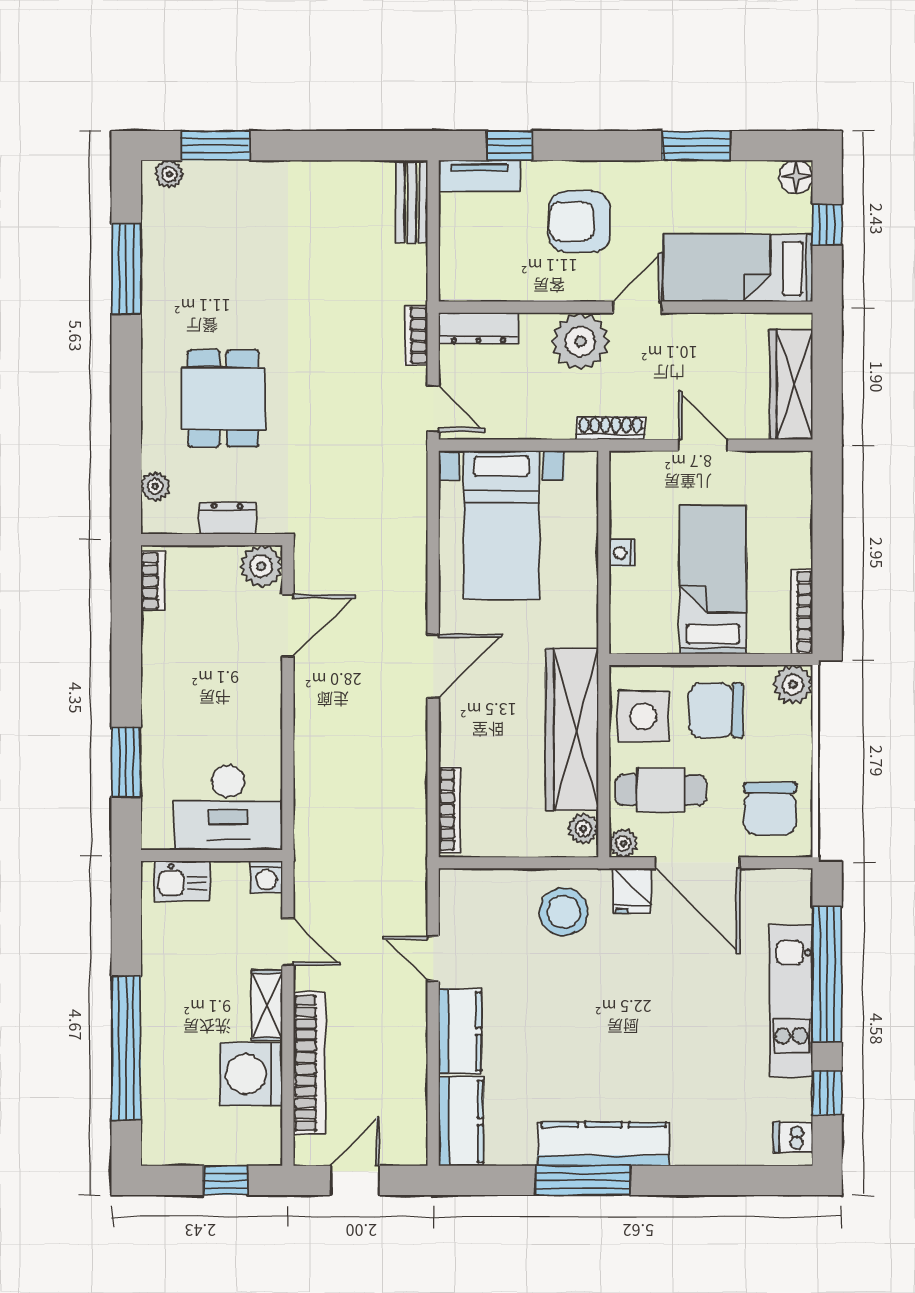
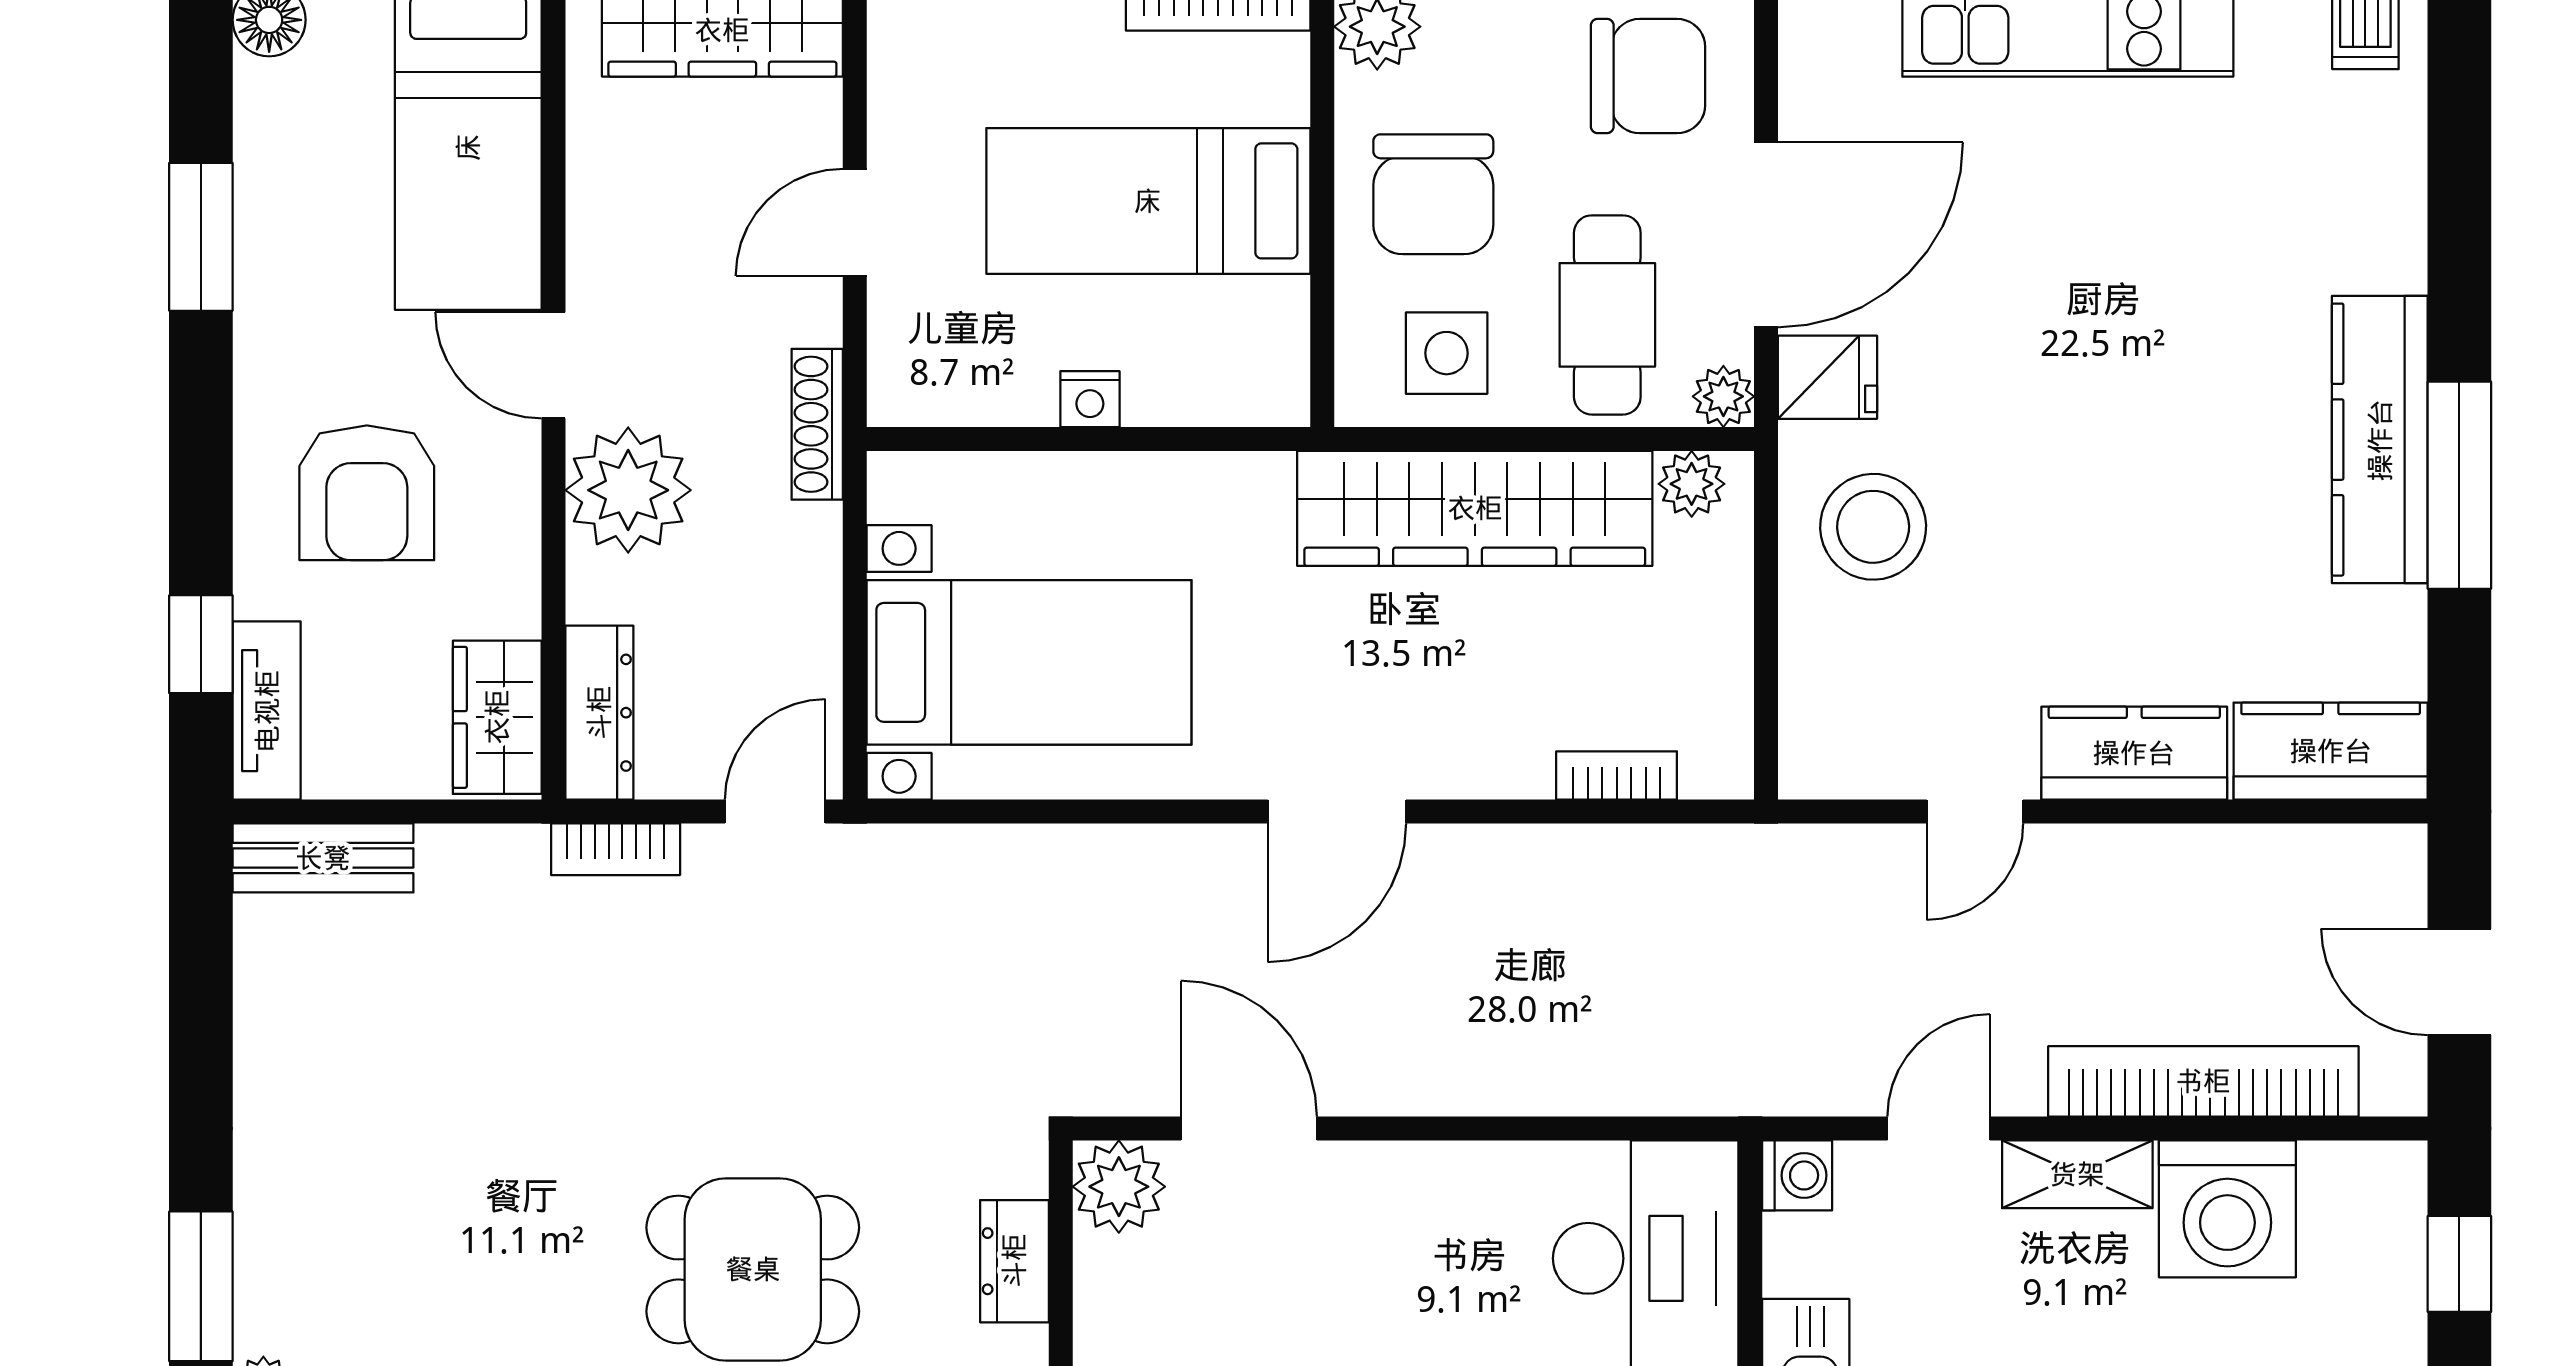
wardrobe: (476, 281) -> (497, 717), added
door: (433, 666) -> (1337, 812), swing flipped
side table: (643, 716) -> (1447, 353), width x0.73, depth x0.73
bookcase: (450, 810) -> (1617, 775), width x0.64

